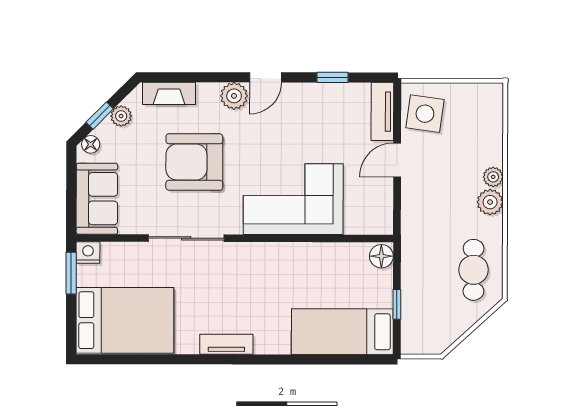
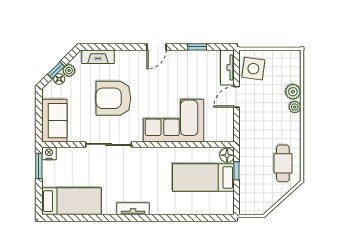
plant: (234, 96) -> (137, 58), removed
floor lamp: (91, 144) -> (59, 79), moved
plant: (490, 202) -> (293, 92), moved
window: (397, 304) -> (236, 171), moved
bed: (125, 320) -> (71, 201), width x0.67
bed: (342, 332) -> (203, 177), moved

